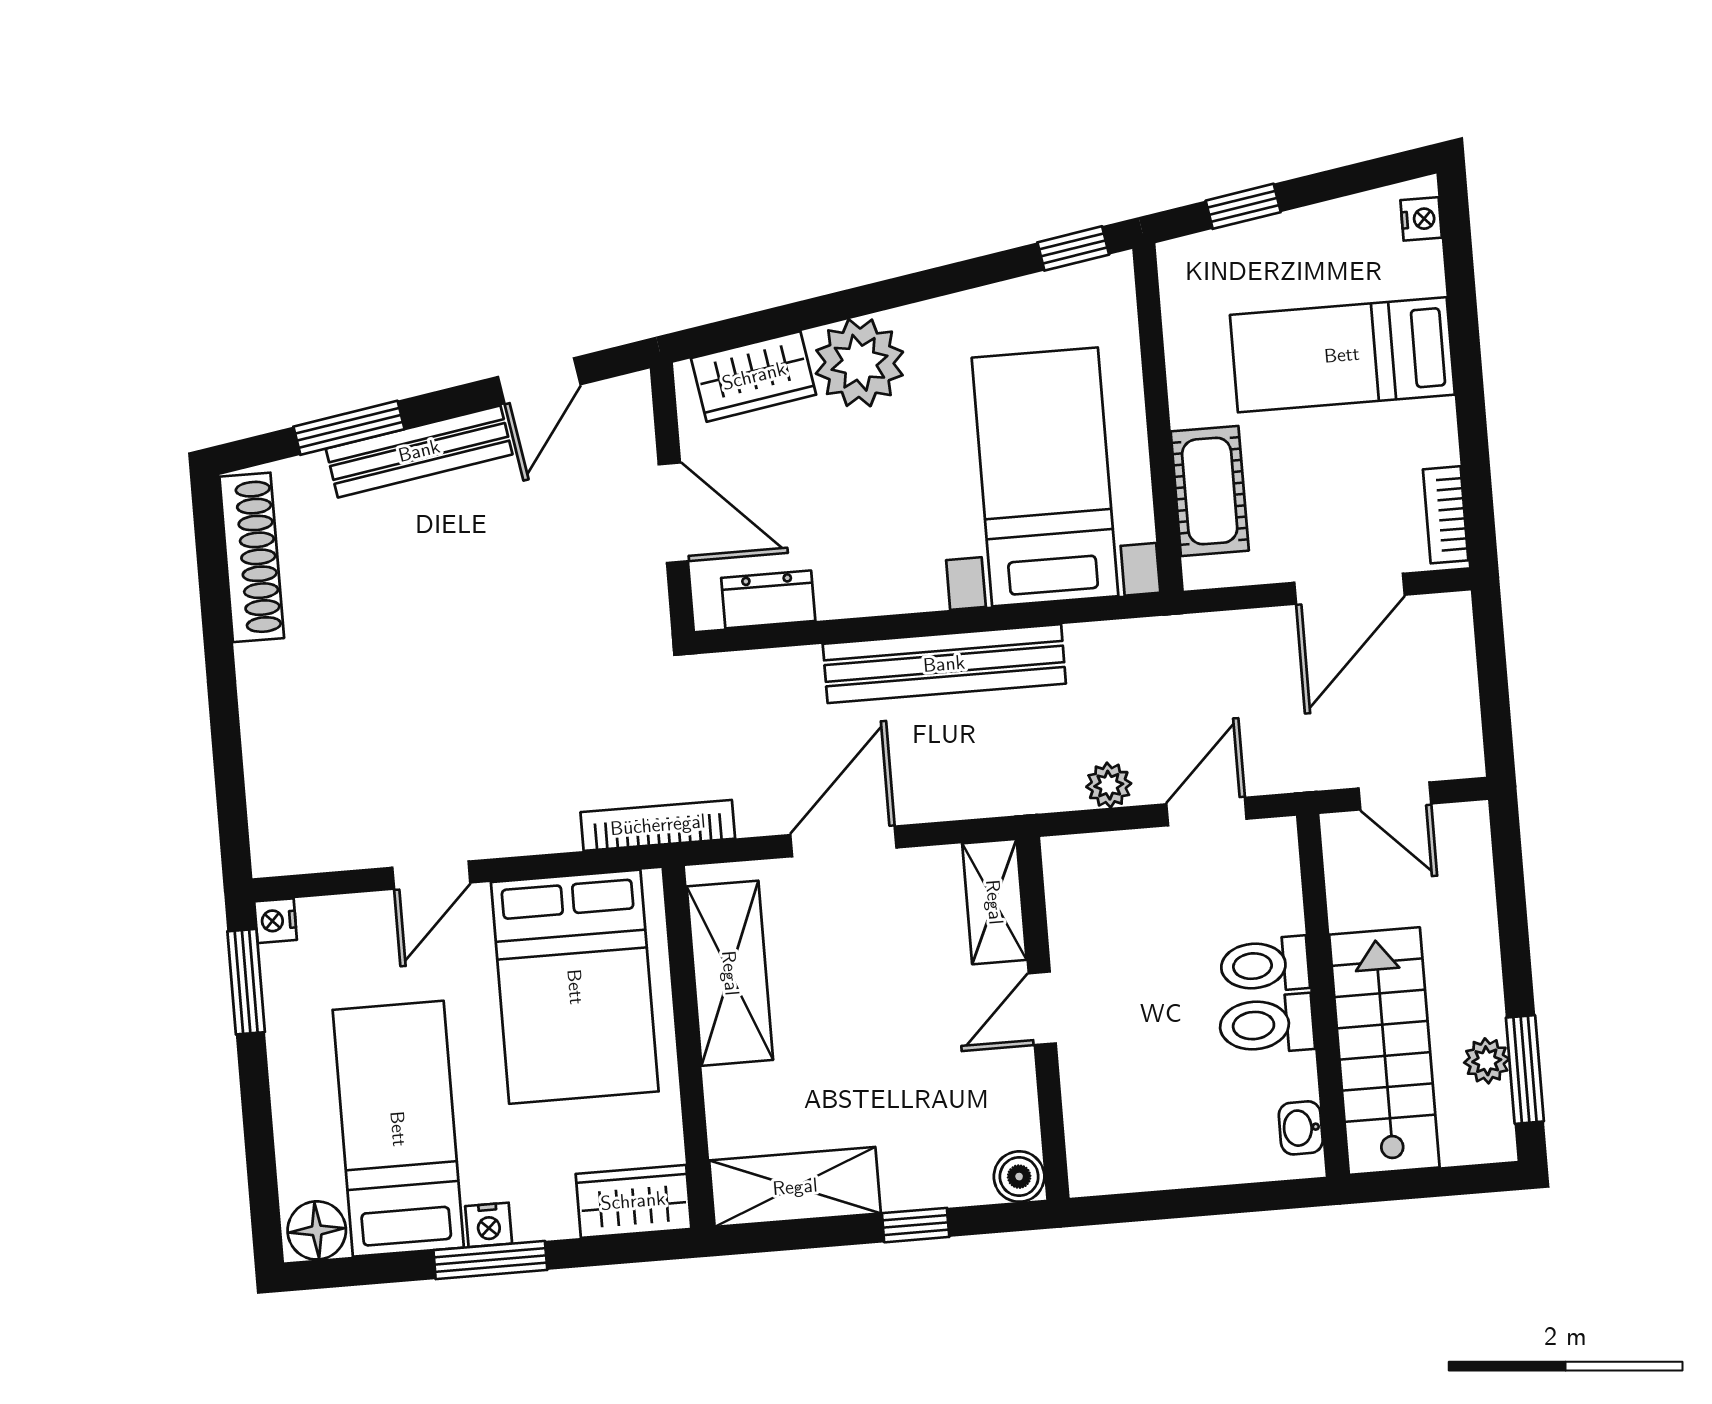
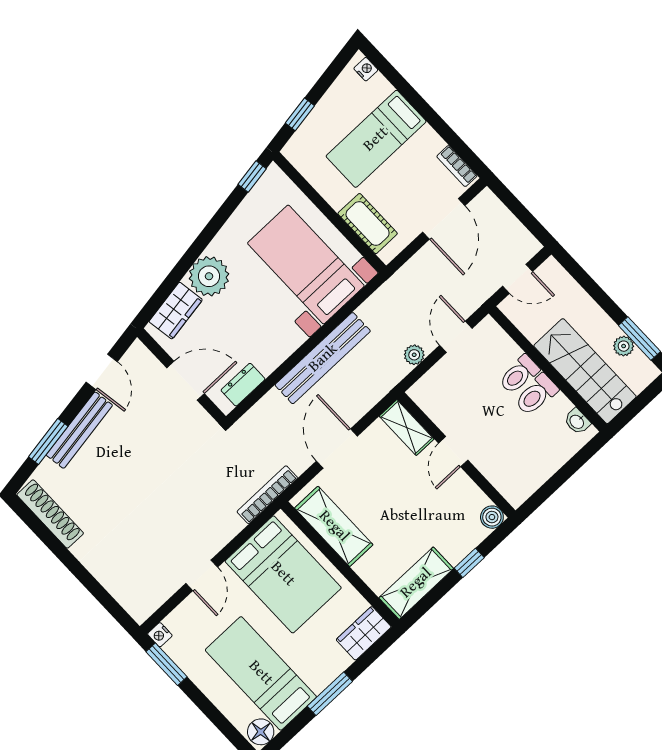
nightstand: (489, 1225) -> (319, 682), removed

